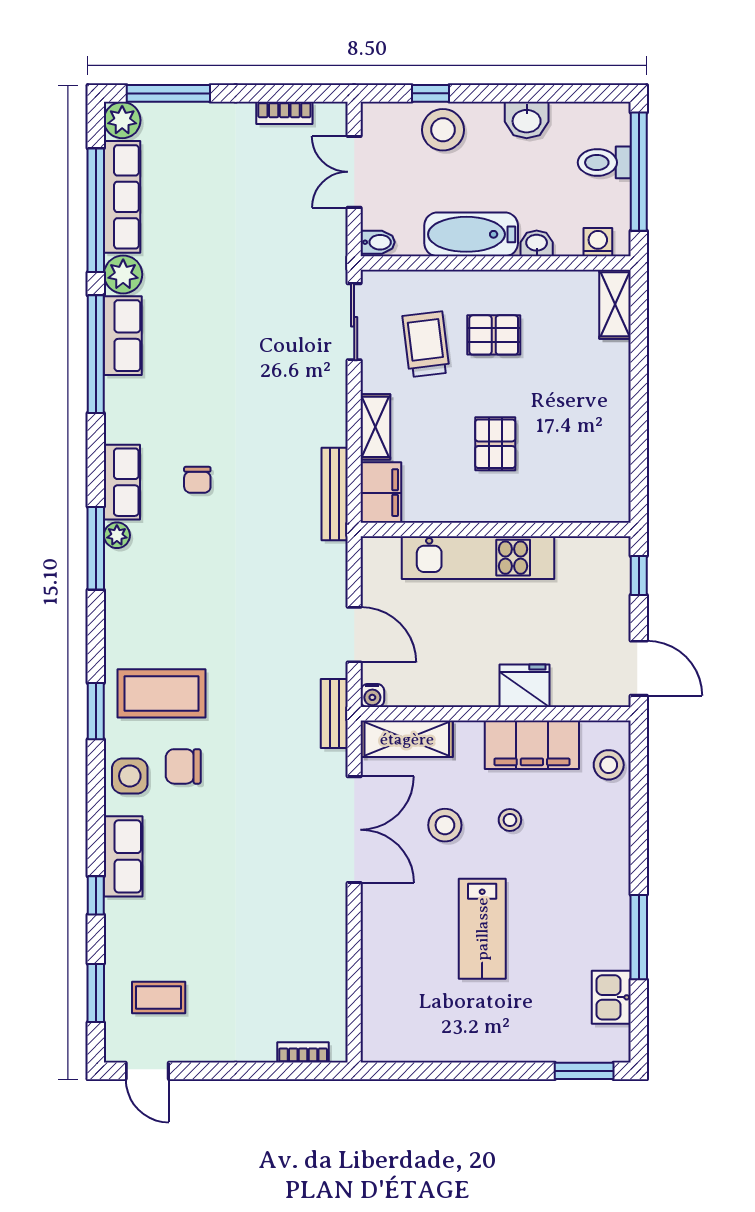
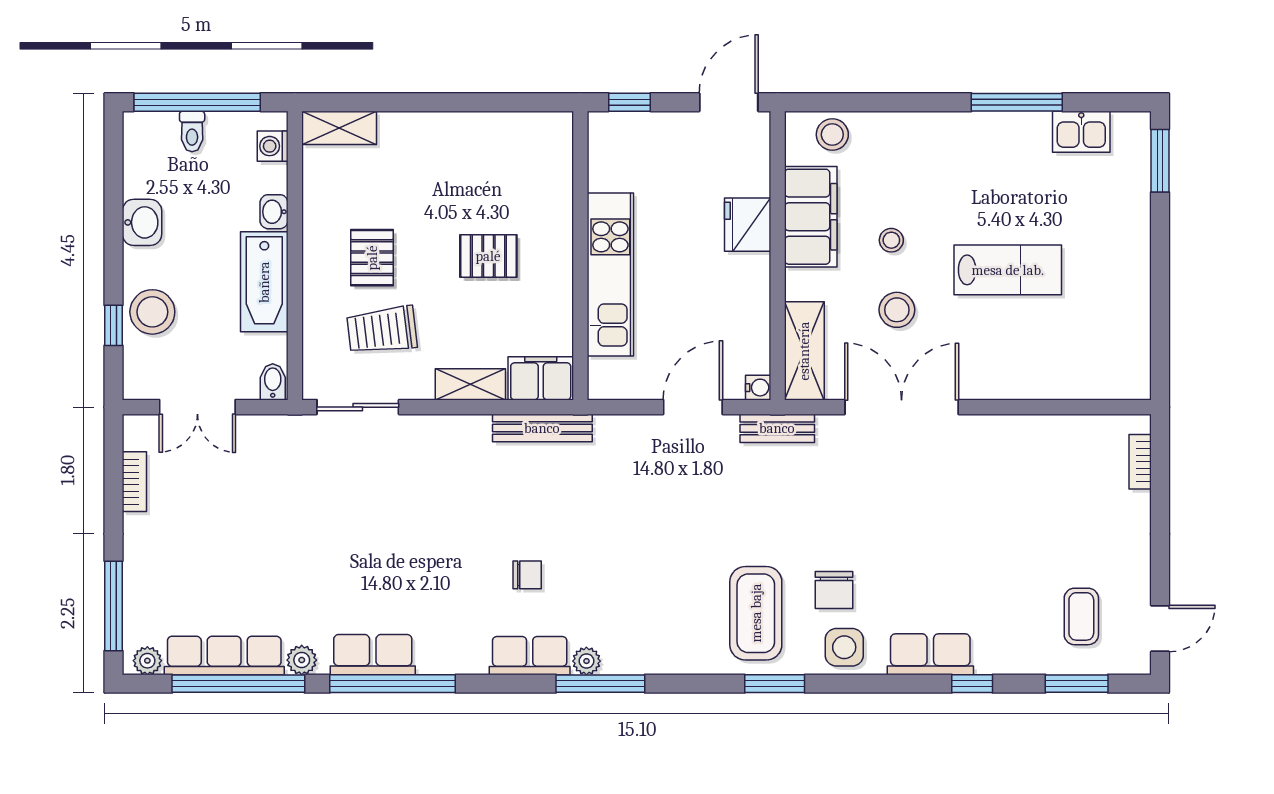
plant: (122, 120) -> (147, 661), width x0.73, depth x0.73
toilet: (604, 162) -> (192, 131), width x0.73, depth x0.72
plant: (123, 274) -> (302, 660), width x0.73, depth x0.73

